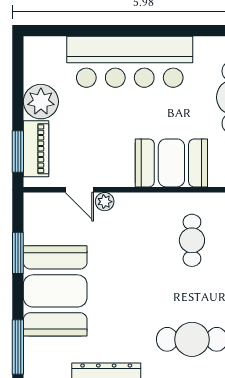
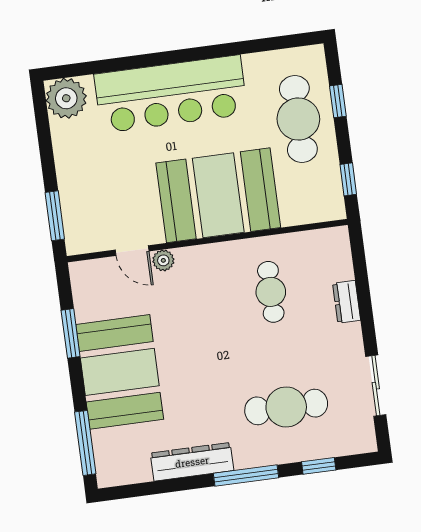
plant: (41, 102) -> (66, 98), moved
piano: (36, 149) -> (75, 210), removed
booth: (171, 163) -> (218, 195), width x1.36, depth x1.42

